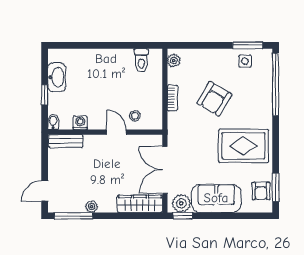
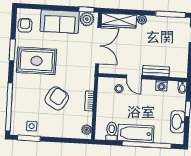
window: (95, 45) -> (147, 145), added
bathtub: (110, 59) -> (136, 133), added
bench: (66, 141) -> (156, 71), moved
window: (276, 187) -> (12, 50), moved
plant: (92, 207) -> (142, 20), moved

